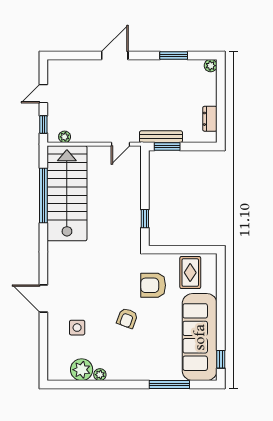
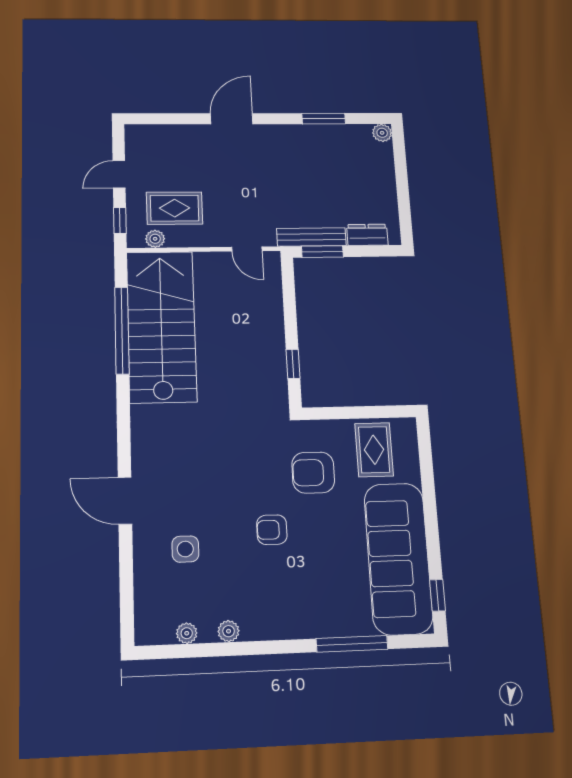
rug: (77, 117) -> (175, 208), added
dresser: (210, 119) -> (367, 235), moved, turned 90
door: (121, 144) -> (247, 249), hinge flipped
armchair: (127, 318) -> (272, 530), turned 70
plant: (82, 370) -> (187, 633), width x0.53, depth x0.53

